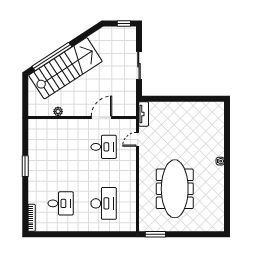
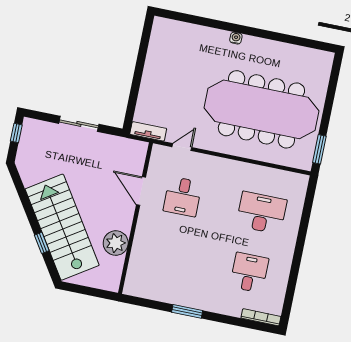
window: (52, 56) -> (42, 243), width x0.32
plant: (58, 111) -> (116, 243), width x1.88, depth x1.88
door: (138, 139) -> (182, 147), swing flipped
desk: (104, 147) -> (183, 197), turned 180
meeting table: (175, 189) -> (261, 109), width x1.36, depth x1.27

